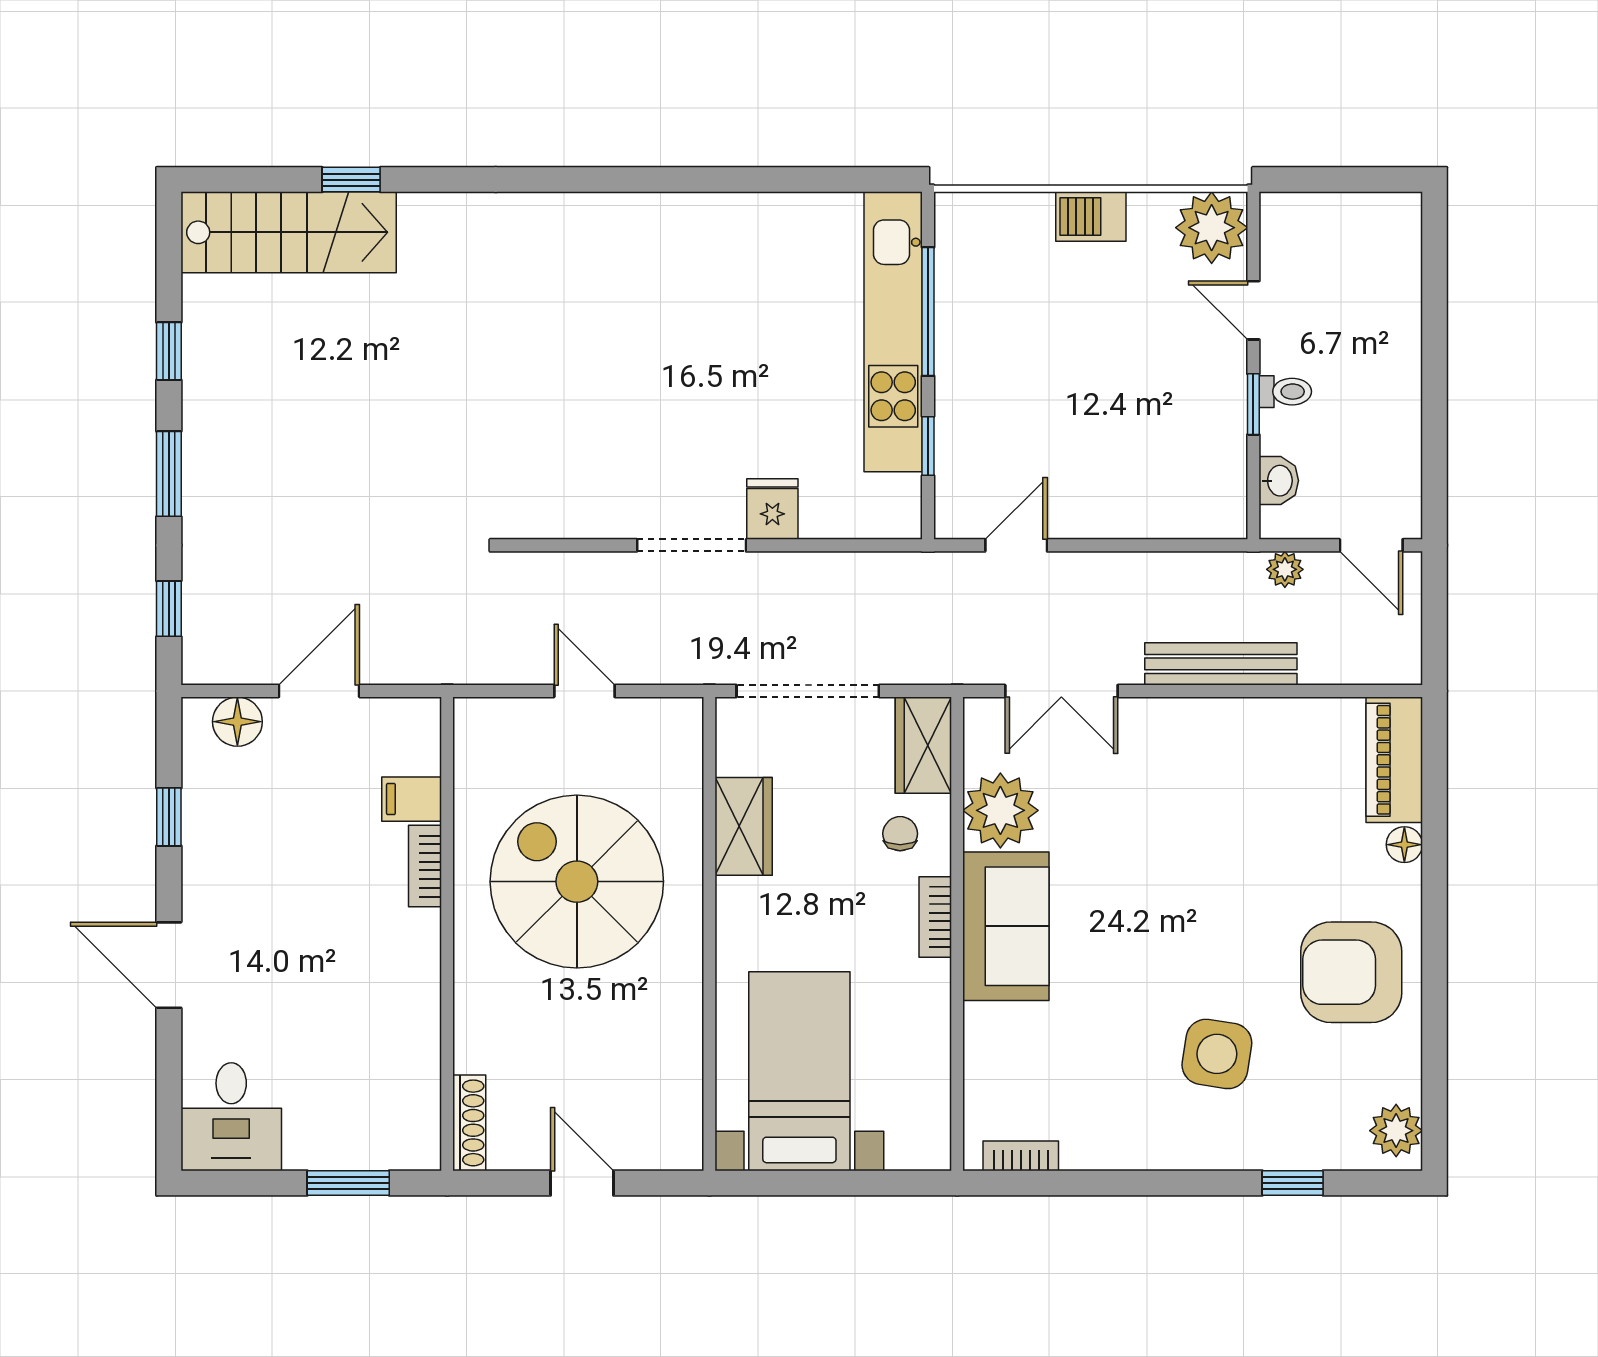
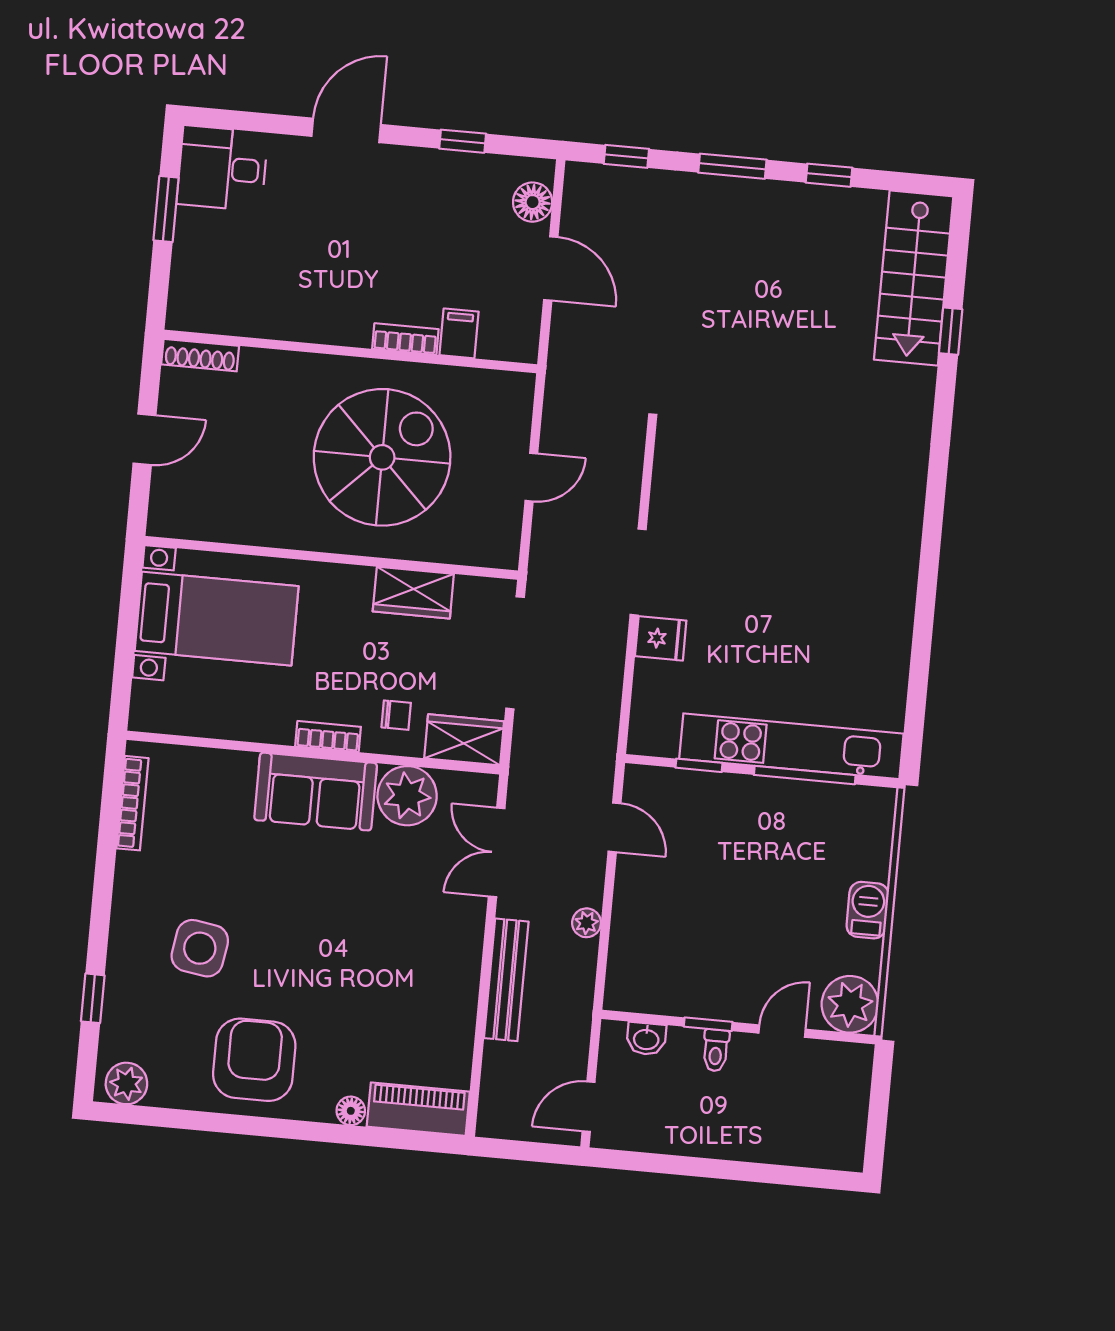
plant: (1285, 569) -> (587, 923), moved
bookcase: (1021, 1156) -> (132, 803), width x1.56
window: (348, 1183) -> (166, 209), moved

